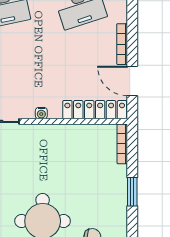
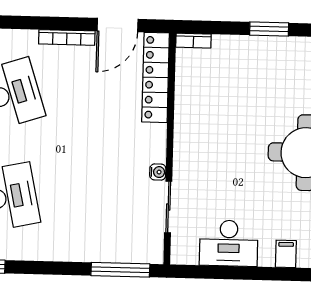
water cooler: (41, 113) -> (158, 172), moved
bookcase: (122, 144) -> (193, 41), width x0.64

